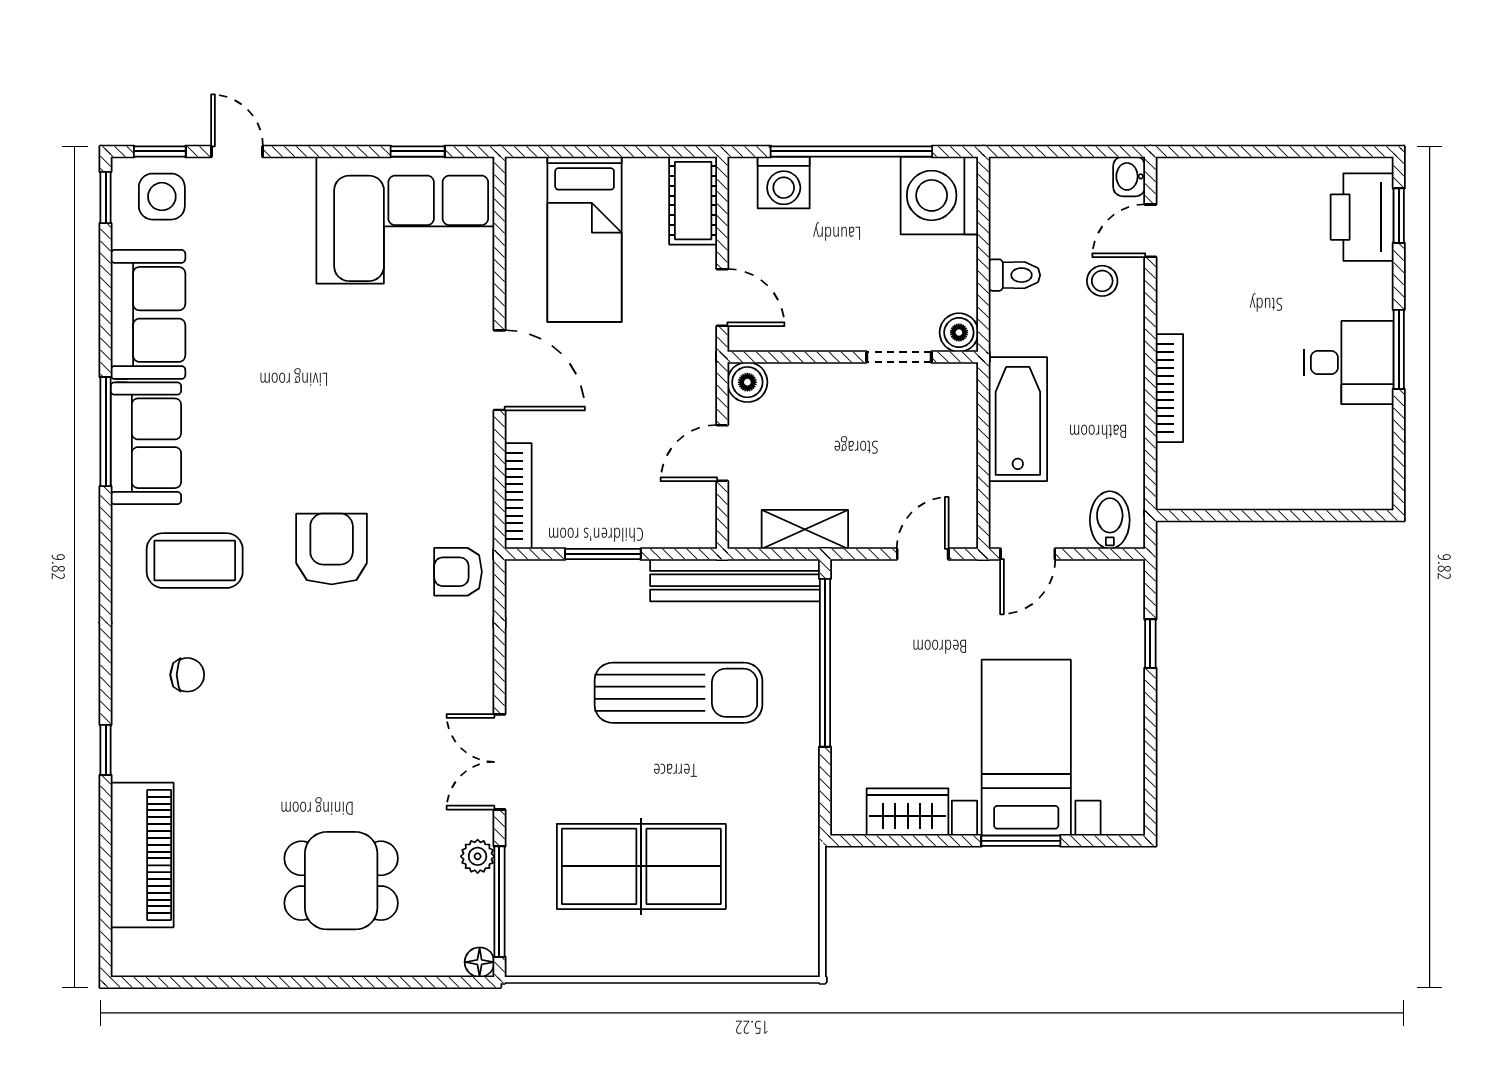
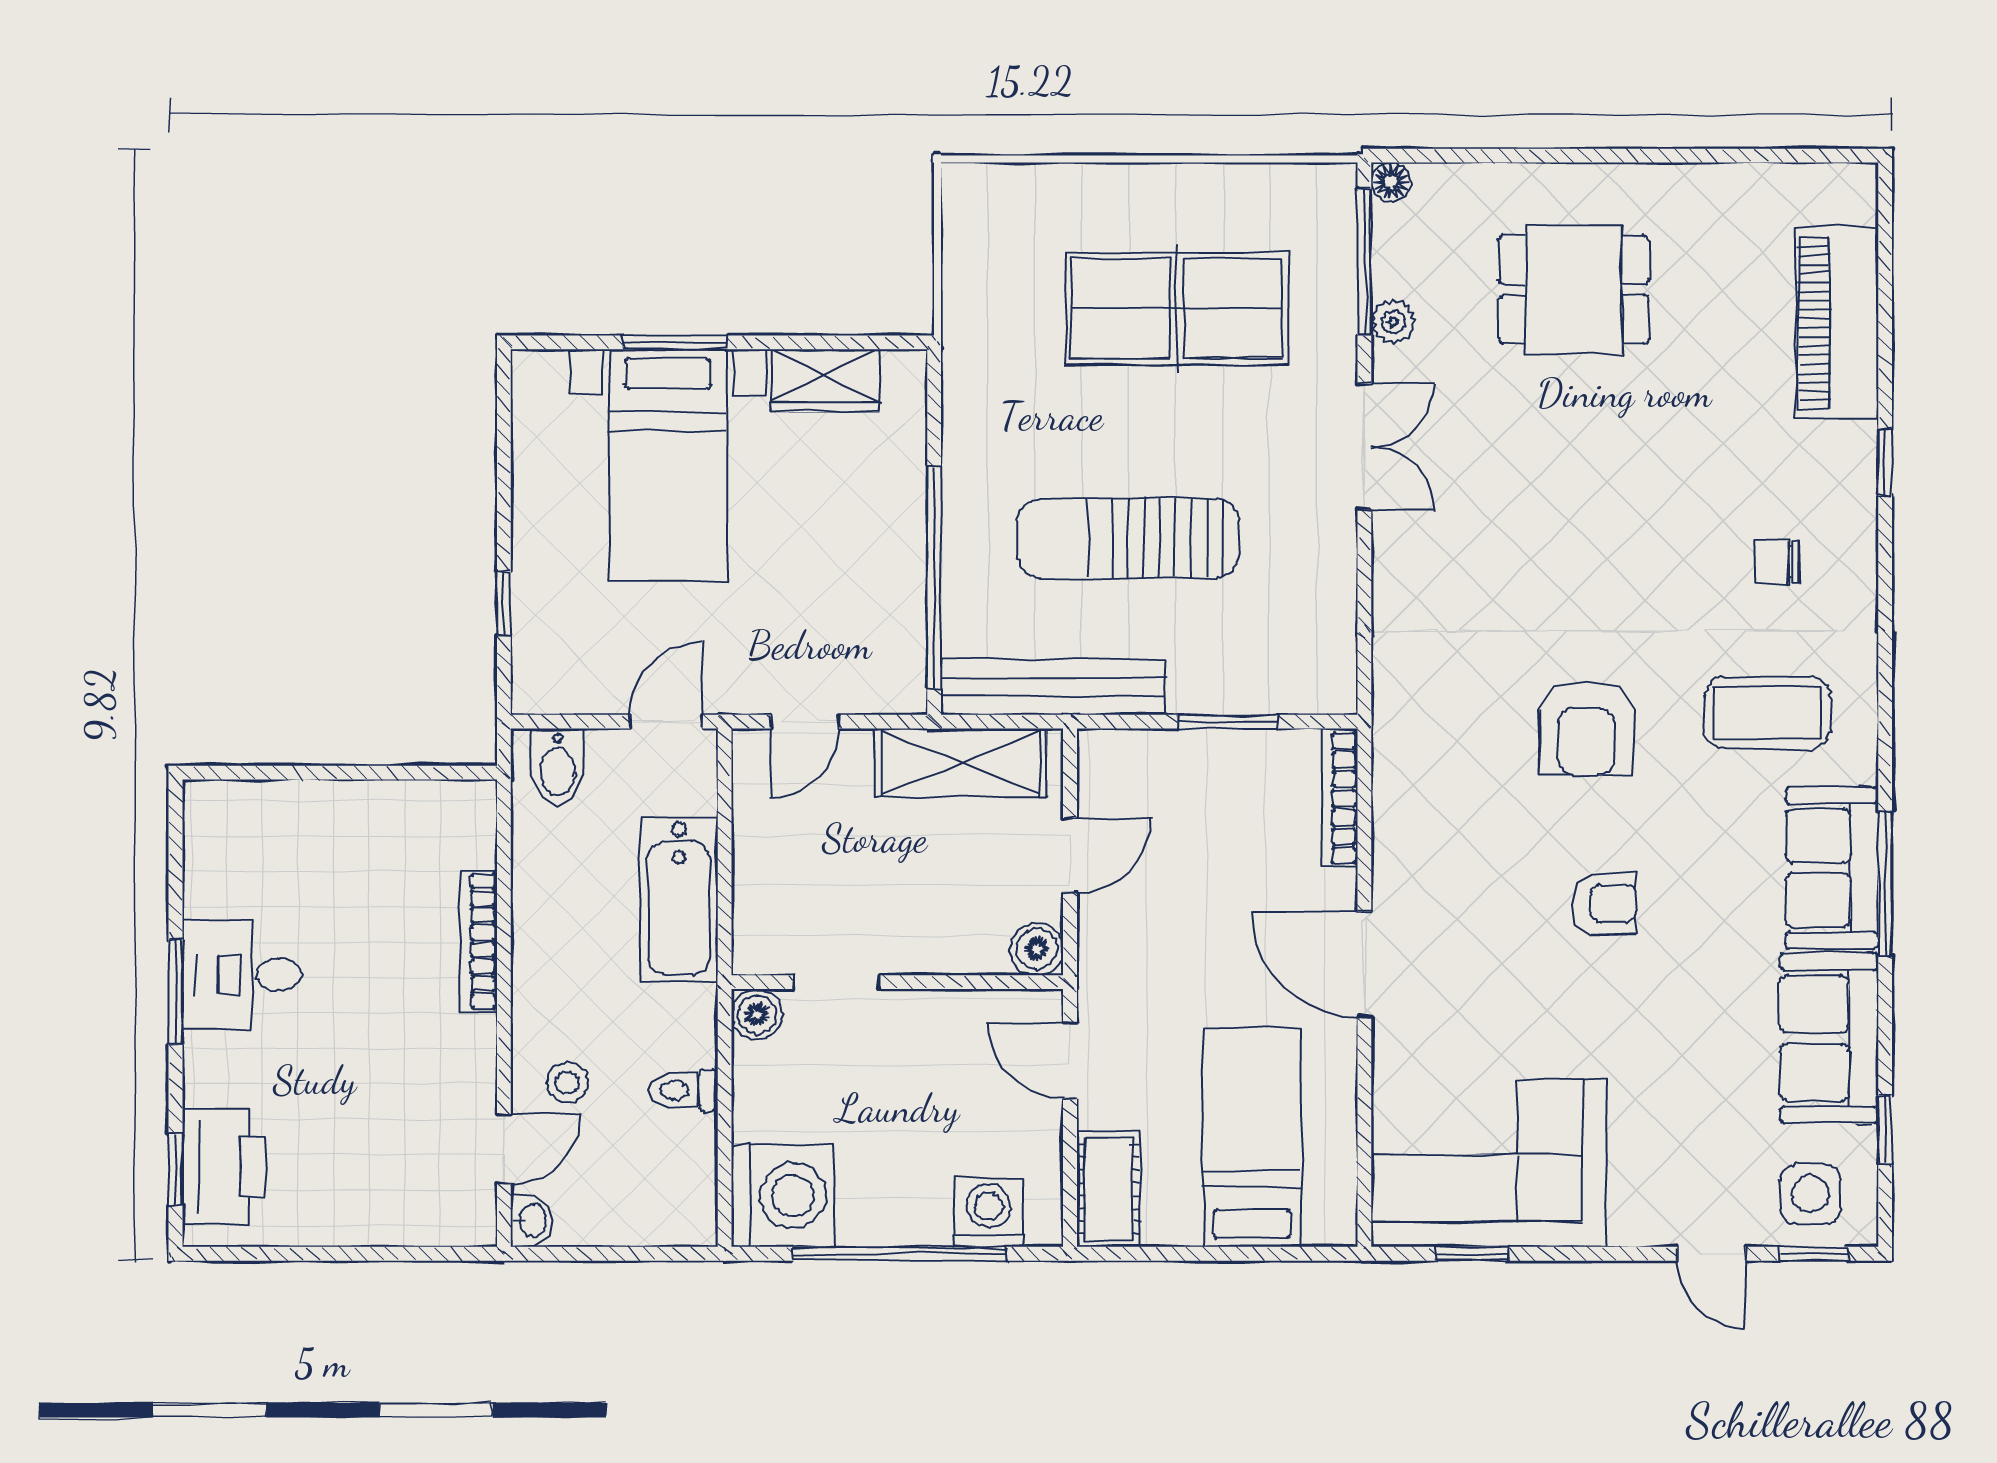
window: (106, 198) -> (1885, 1130), moved
shelving: (805, 529) -> (961, 763), width x1.50, depth x1.33
armchair: (458, 572) -> (1604, 903), moved

